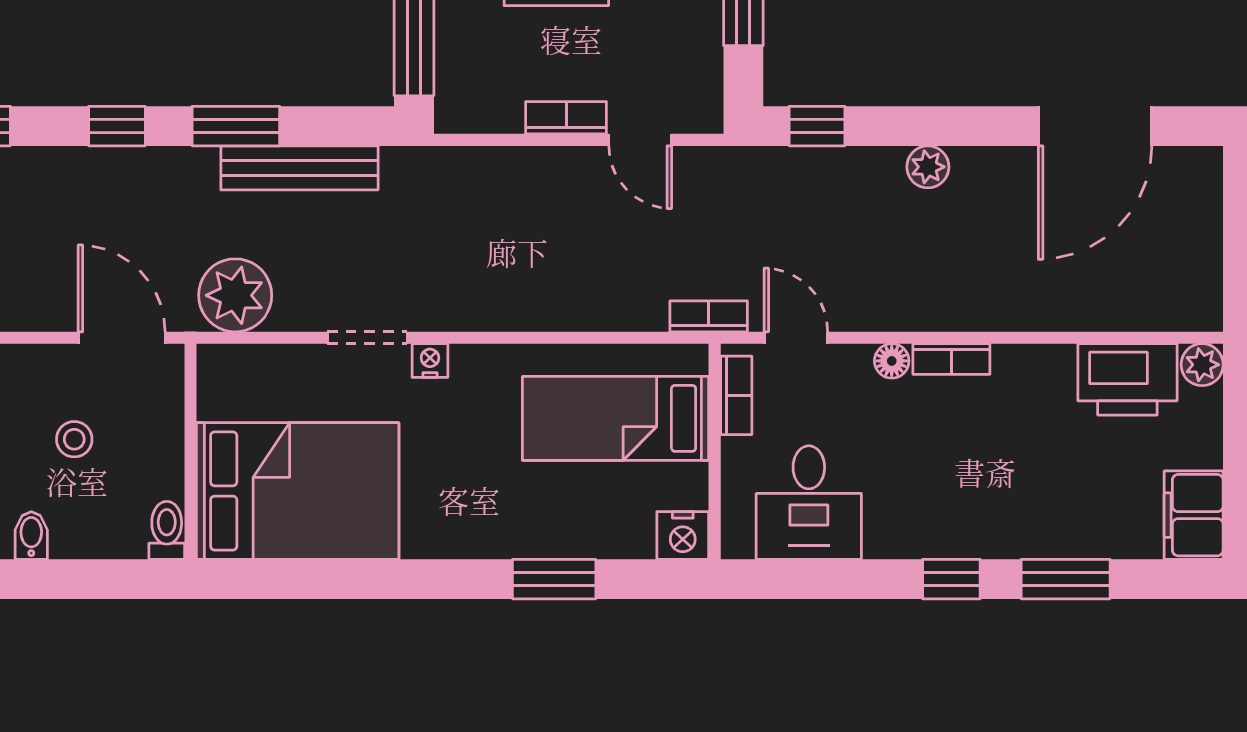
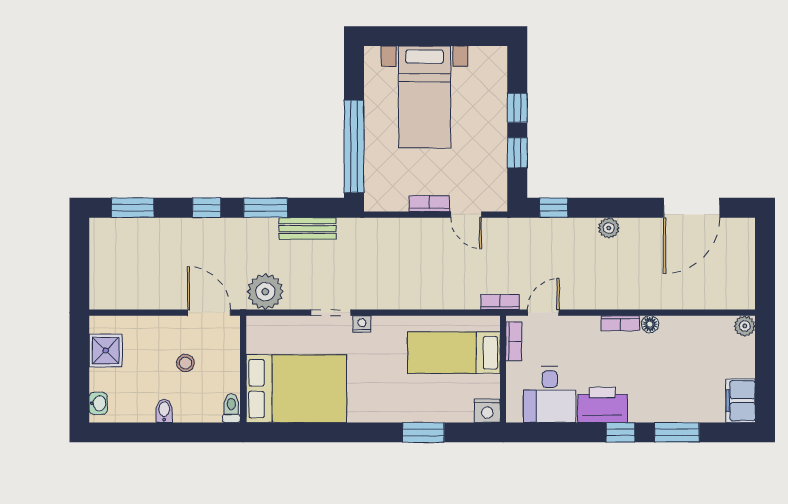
bench: (299, 168) -> (308, 228), width x0.73
door: (796, 338) -> (543, 313), hinge flipped
floor lamp: (892, 361) -> (650, 324), moved
printer: (1127, 379) -> (602, 405), moved, turned 180

